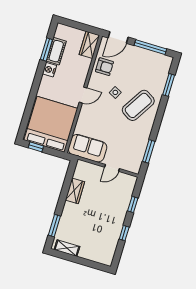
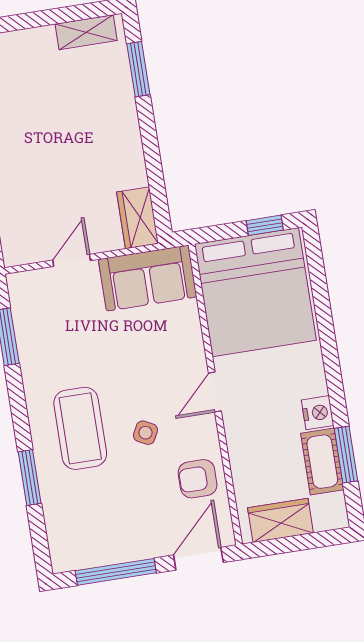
wardrobe: (89, 45) -> (280, 520), moved, turned -90
window: (169, 85) -> (30, 478), moved
coffee table: (138, 105) -> (80, 428), turned -32
wardrobe: (75, 191) -> (138, 218), moved

